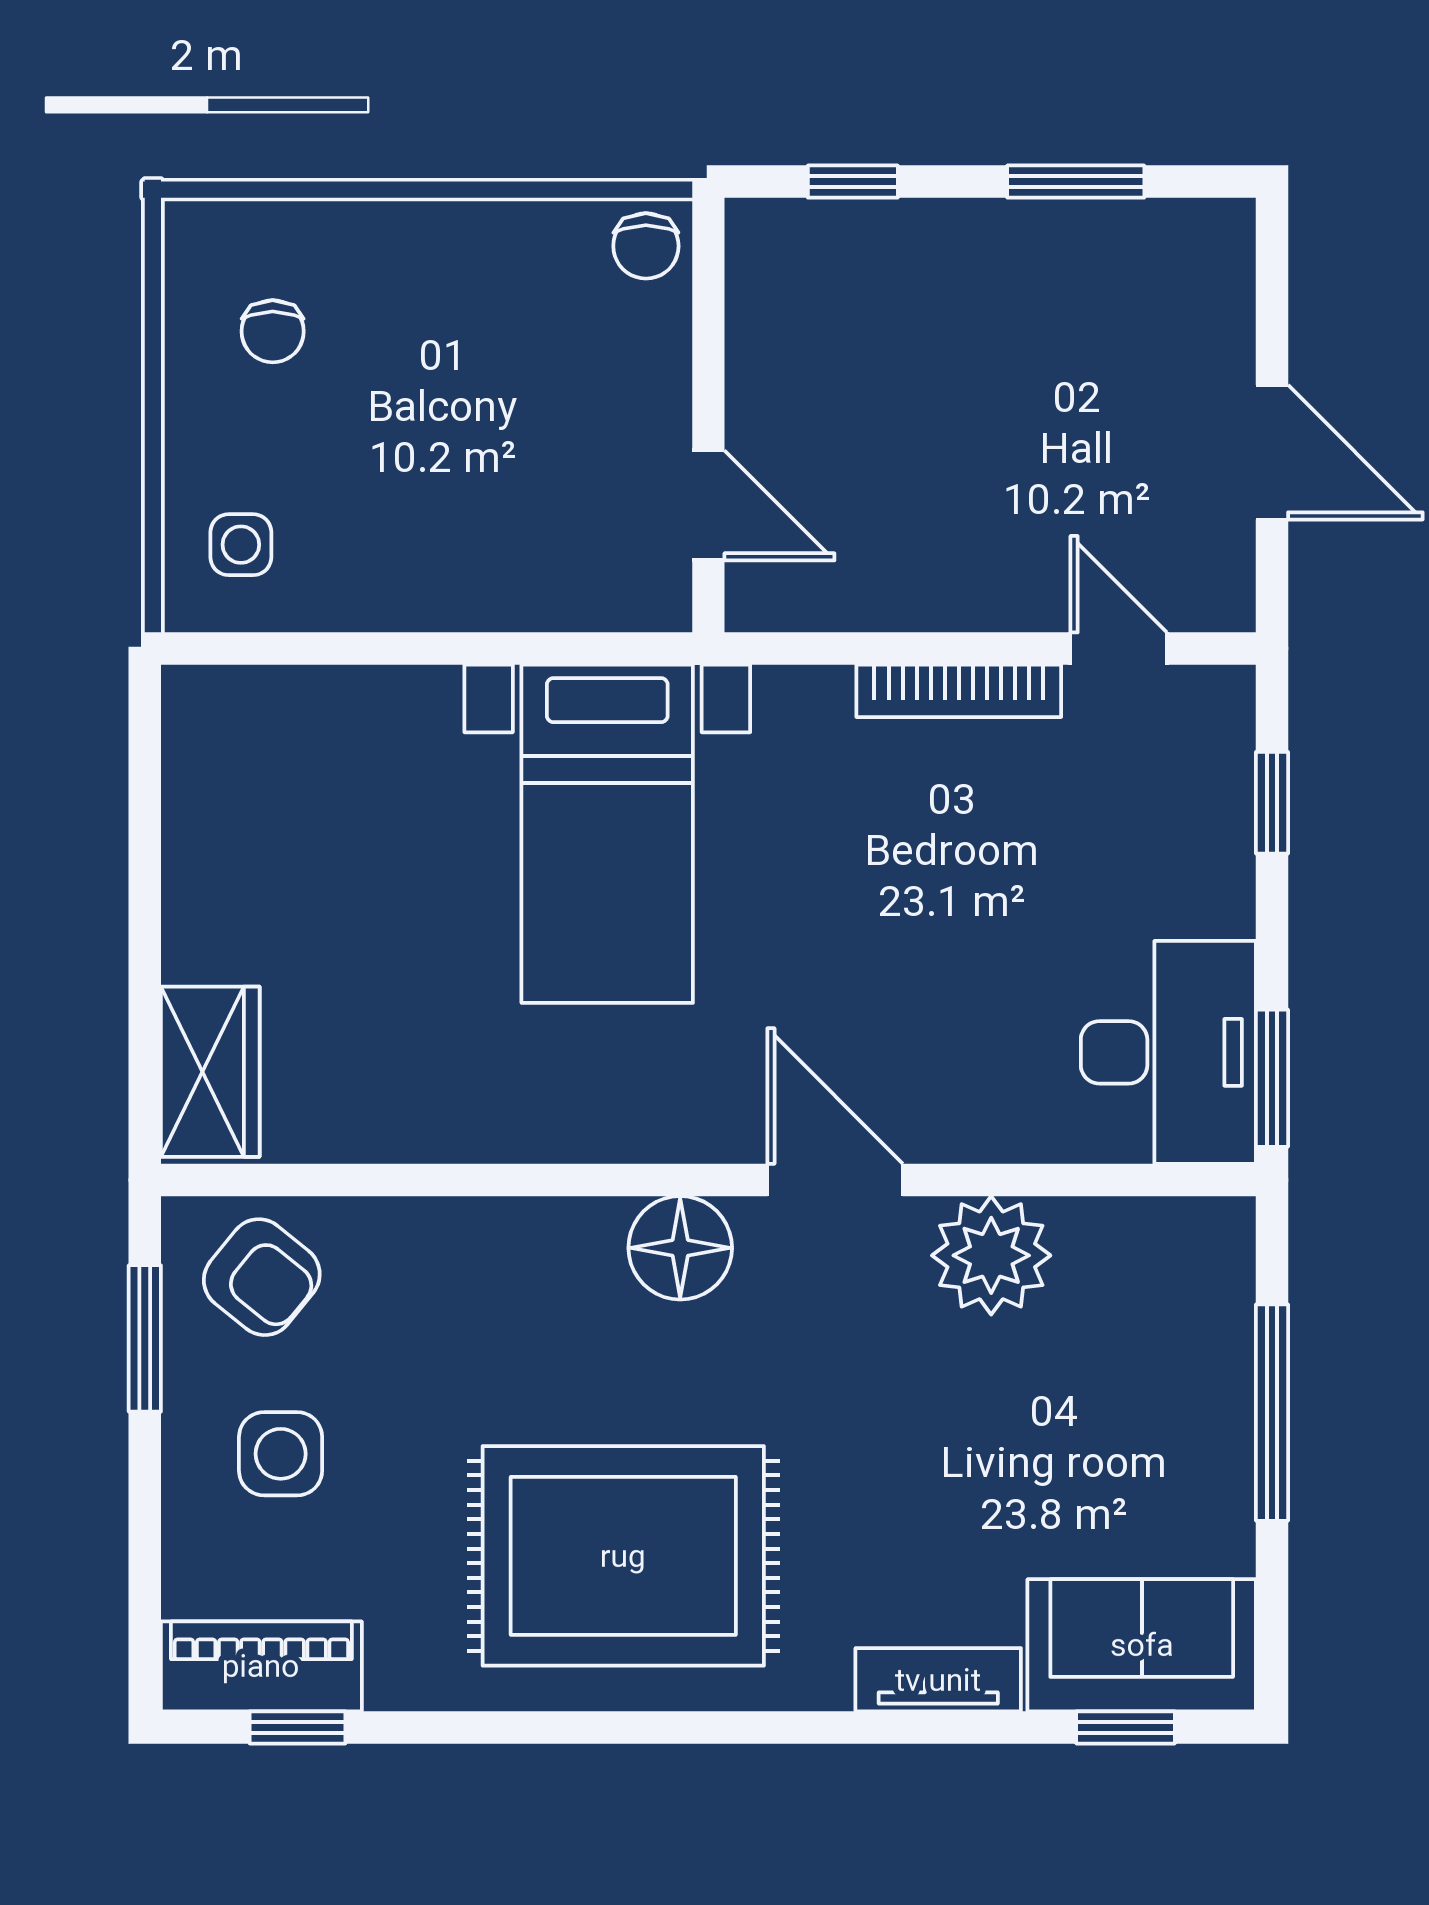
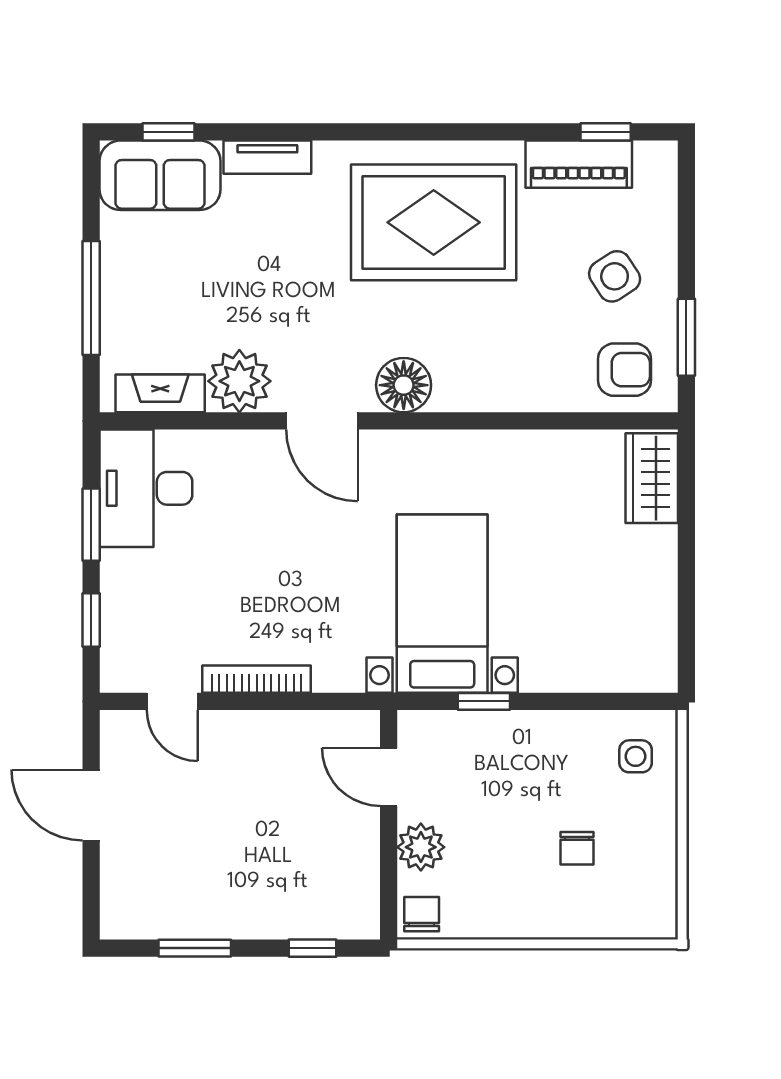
chair: (273, 331) -> (577, 848), moved, turned 180
plant: (648, 373) -> (421, 847), added
window: (528, 649) -> (484, 701), added
window: (1272, 1078) -> (91, 525), moved
fireplace: (1141, 1232) -> (160, 393), added
armchair: (262, 1277) -> (624, 370), turned 141
side table: (281, 1454) -> (615, 276), turned -33
piano: (261, 1666) -> (579, 164), moved

